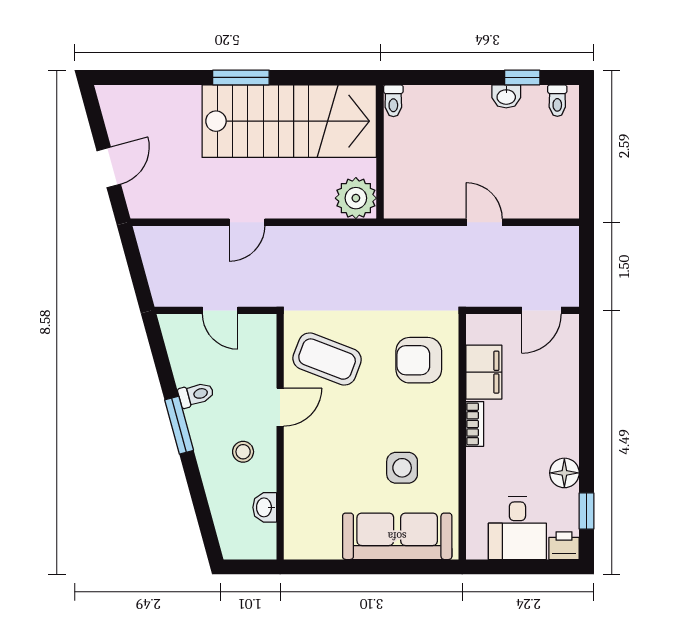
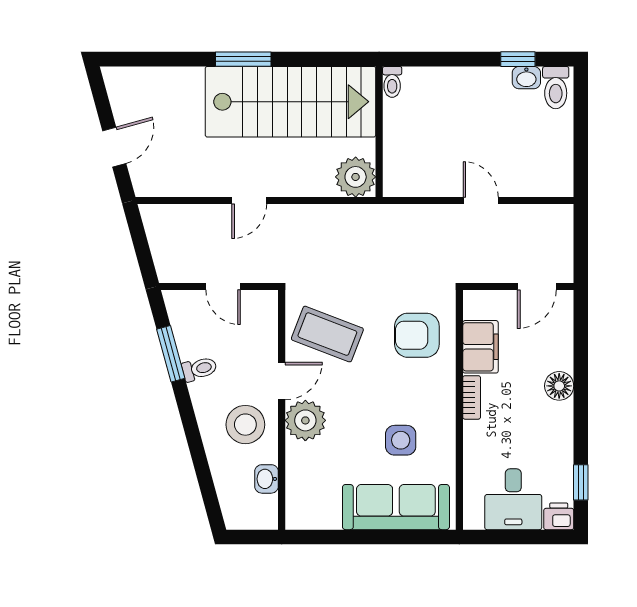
washbasin: (506, 96) -> (526, 78), moved
toilet: (557, 101) -> (556, 88), width x1.37, depth x1.39
window: (179, 425) -> (171, 354), moved
plant: (304, 448) -> (305, 420), added
stool: (243, 452) -> (245, 425), width x1.89, depth x1.89
floor lamp: (564, 473) -> (559, 386), moved

